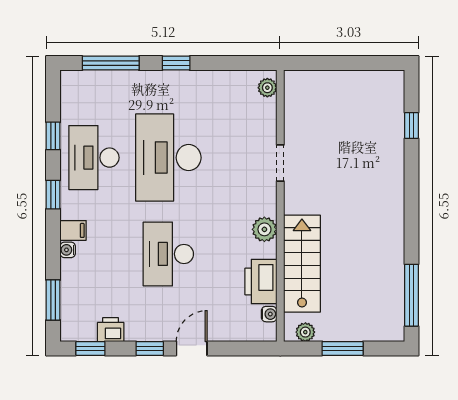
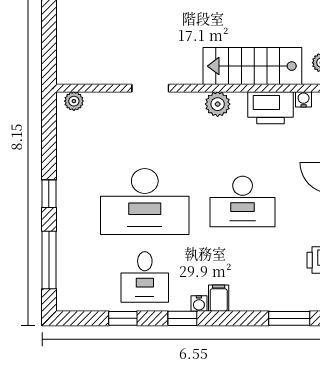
desk: (94, 158) -> (145, 277), width x0.73
water cooler: (68, 250) -> (199, 304), moved

